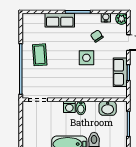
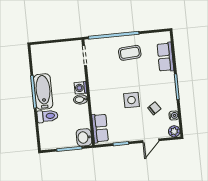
row of seats: (60, 20) -> (165, 57), moved
row of seats: (120, 72) -> (100, 128), moved, turned 90
washbasin: (108, 108) -> (84, 137), moved

